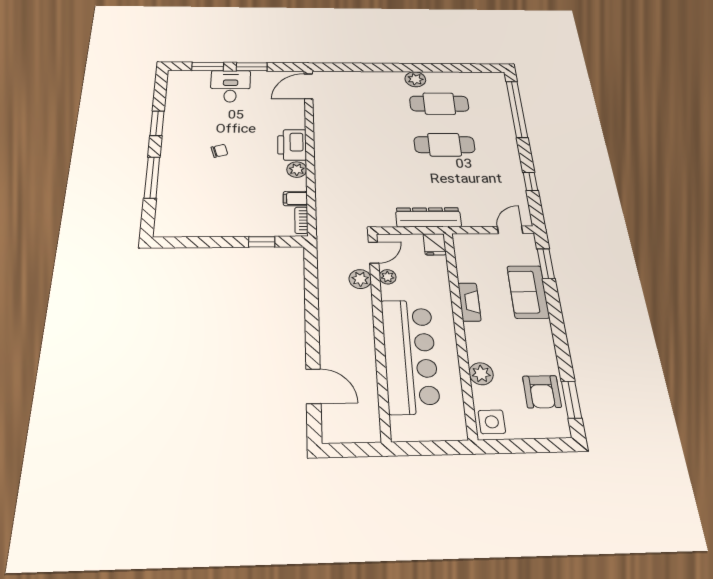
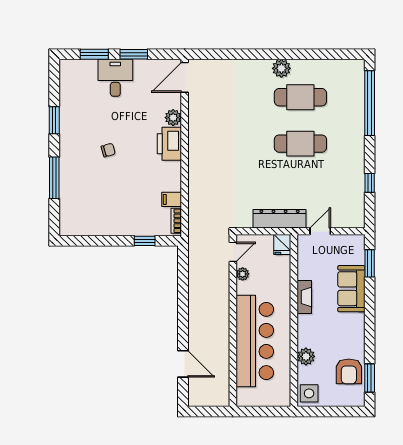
plant: (297, 170) -> (173, 118), moved
door: (510, 230) -> (320, 231), moved
plant: (360, 279) -> (221, 276), removed

